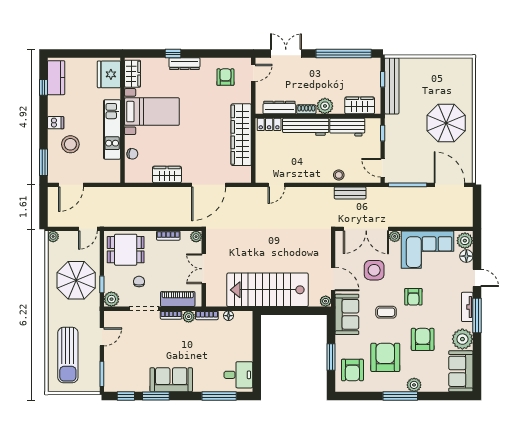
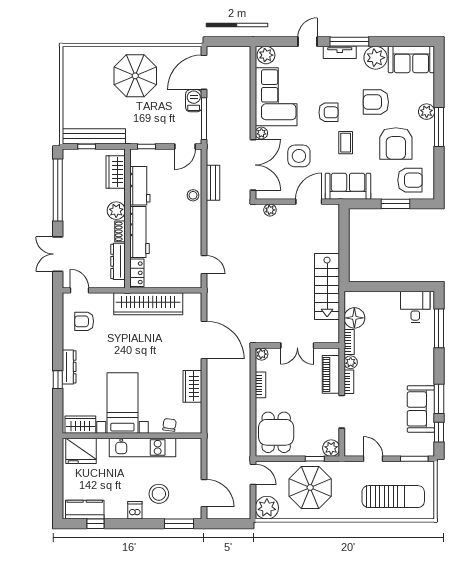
barbecue: (424, 176) -> (194, 101), added
plant: (53, 236) -> (267, 508), width x1.88, depth x1.88
floor lamp: (466, 256) -> (283, 53), removed
chair: (139, 282) -> (312, 417), removed
stairs: (268, 290) -> (327, 287), width x0.73, depth x0.66
plant: (326, 301) -> (270, 210), moved
floor lamp: (229, 316) -> (354, 318), width x1.89, depth x1.89
armchair: (385, 357) -> (396, 143), turned -90
sofa: (171, 380) -> (421, 409), moved

